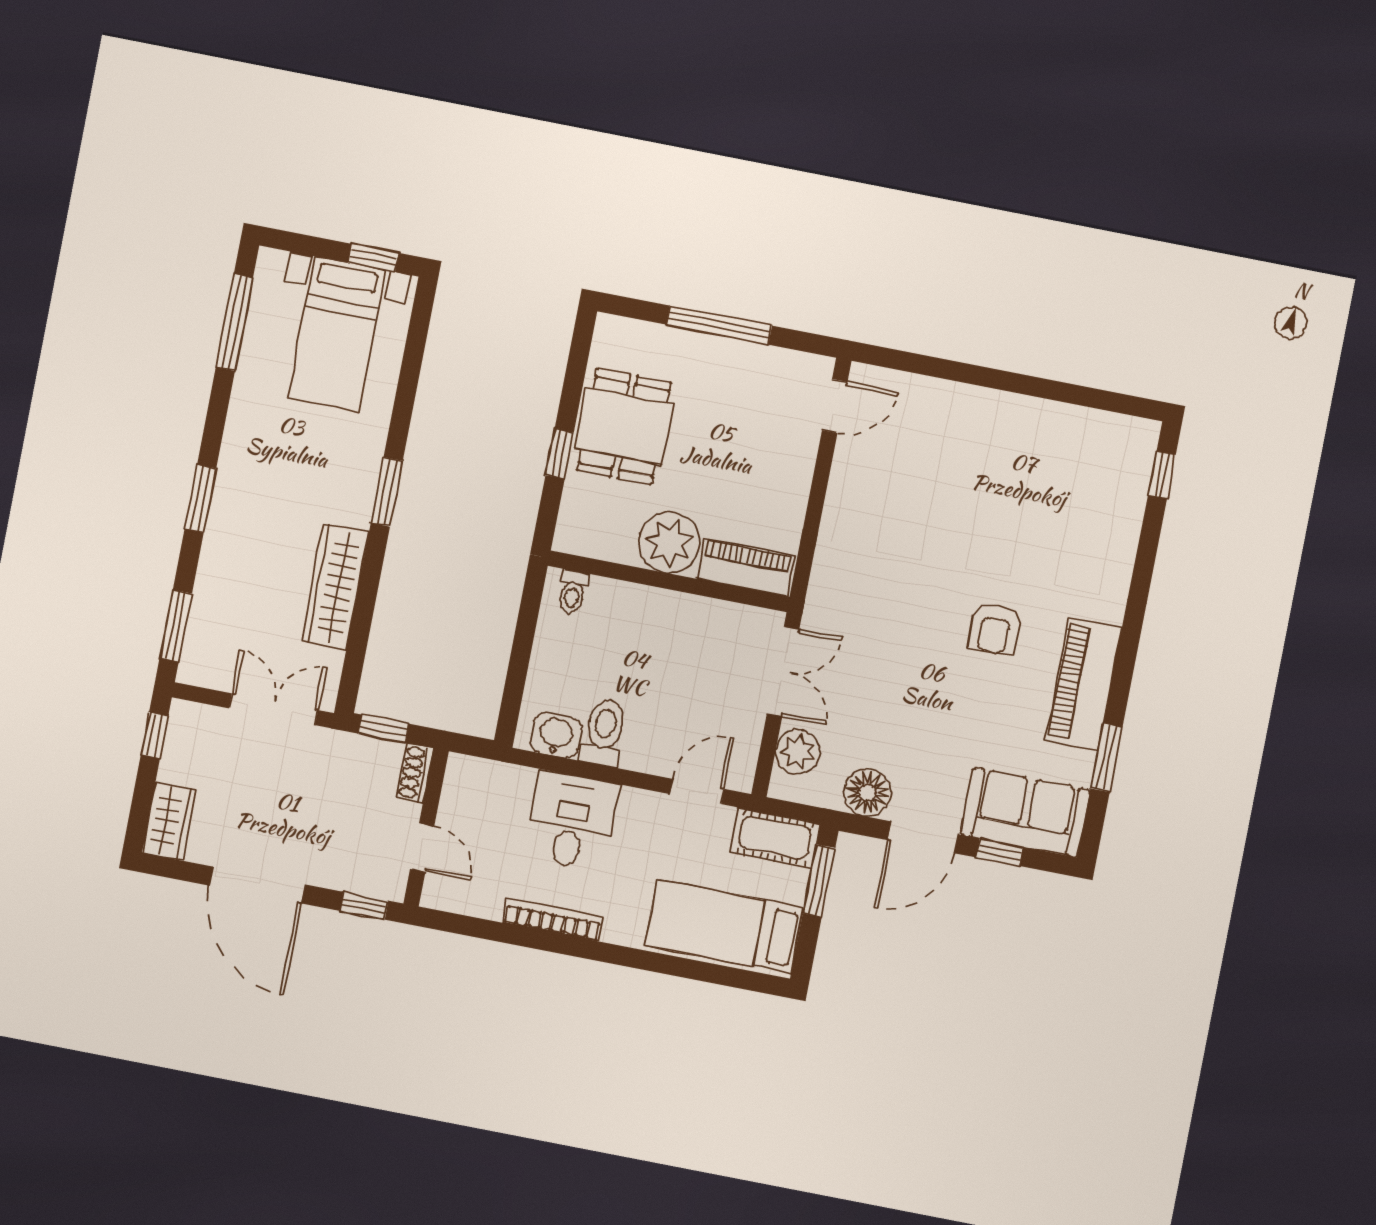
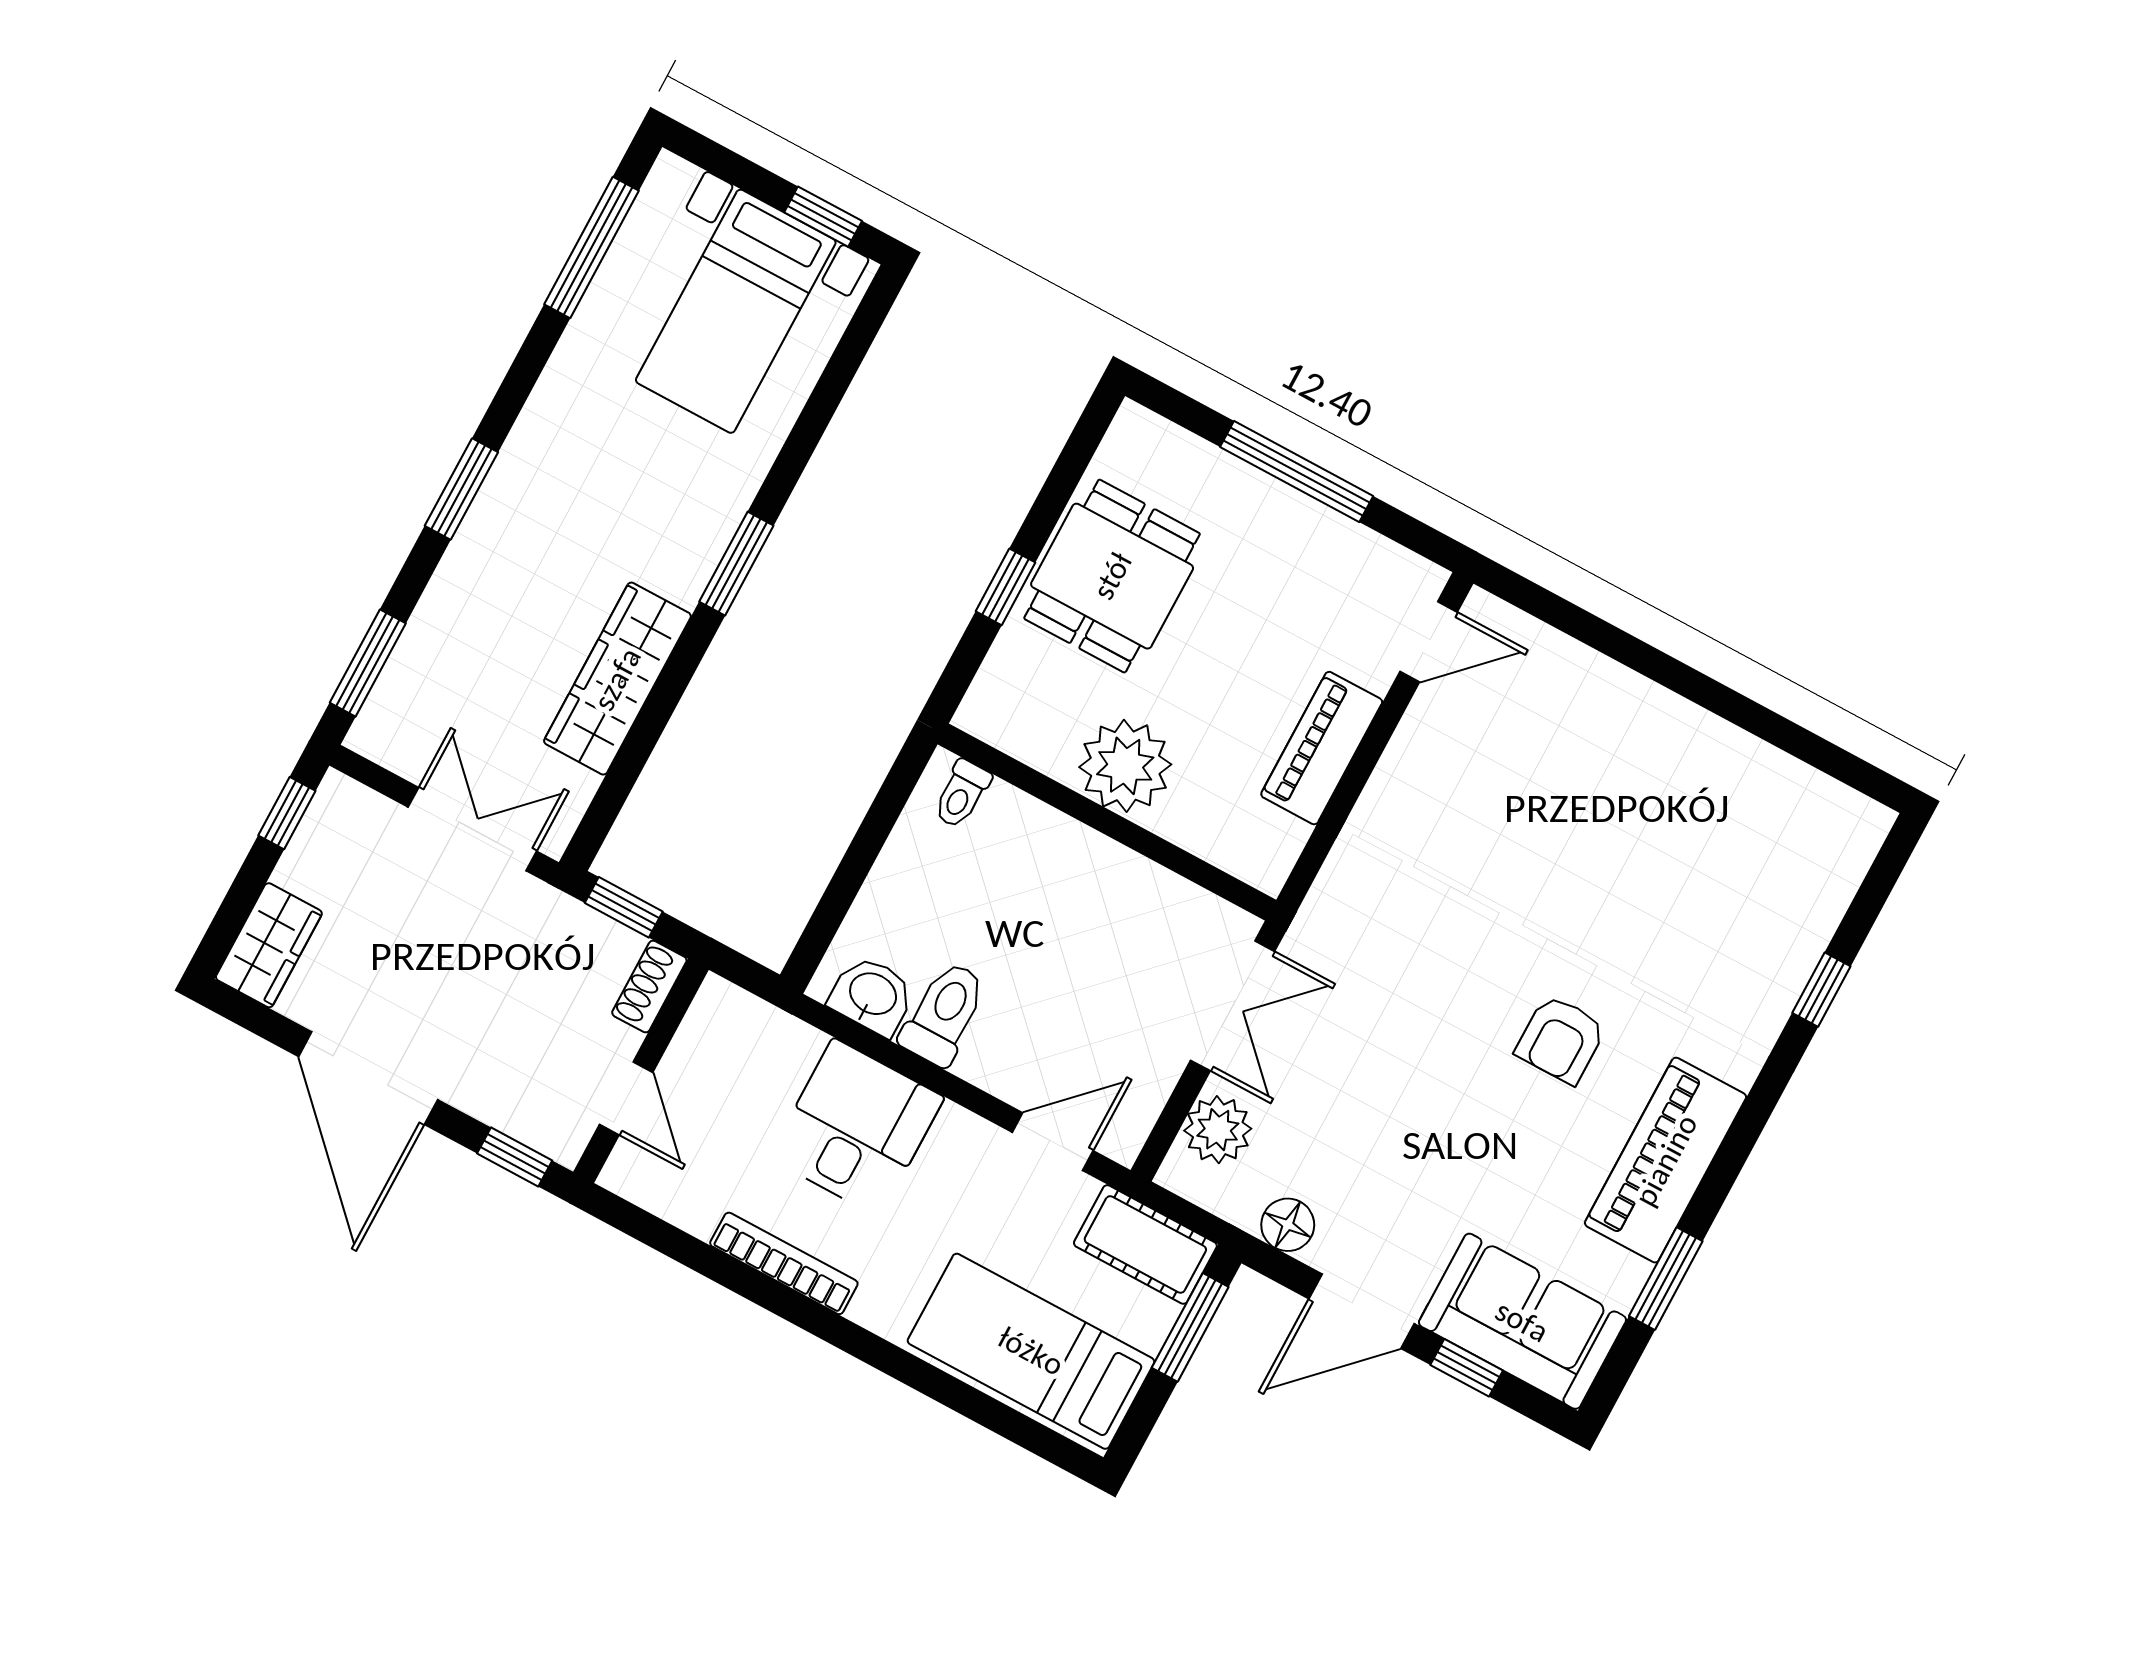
window: (1162, 475) -> (1821, 990), moved
piano: (746, 567) -> (1322, 748), moved, turned -90
floor lamp: (868, 793) -> (1288, 1225), width x0.73, depth x0.73

